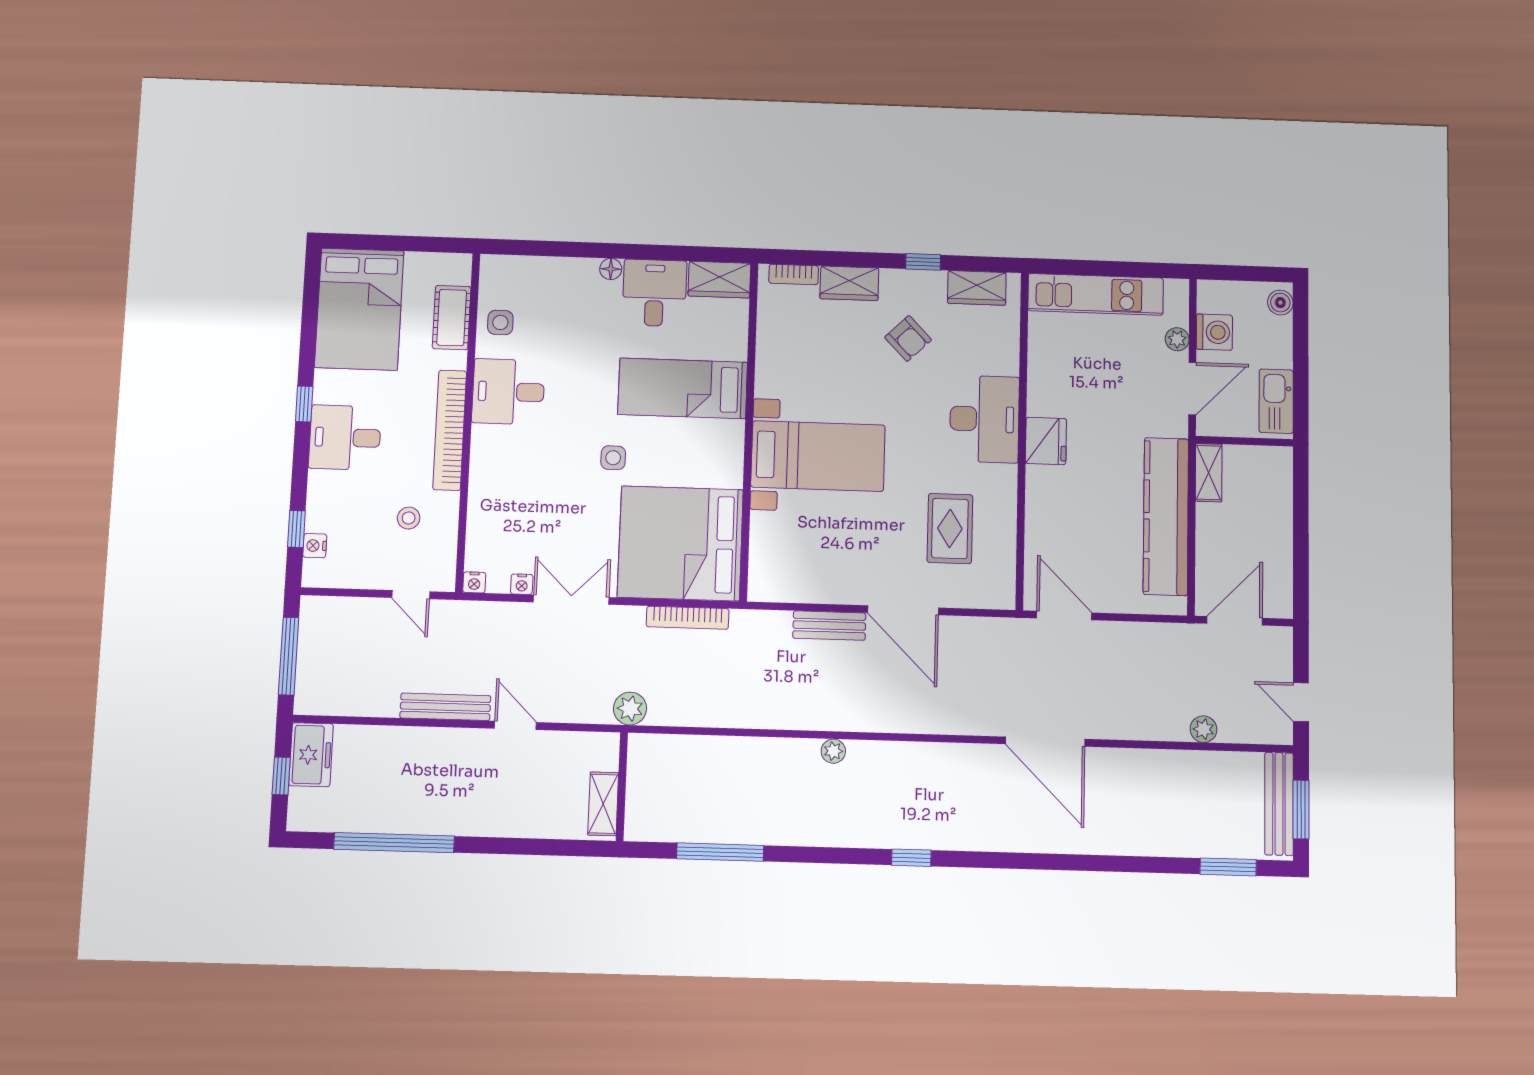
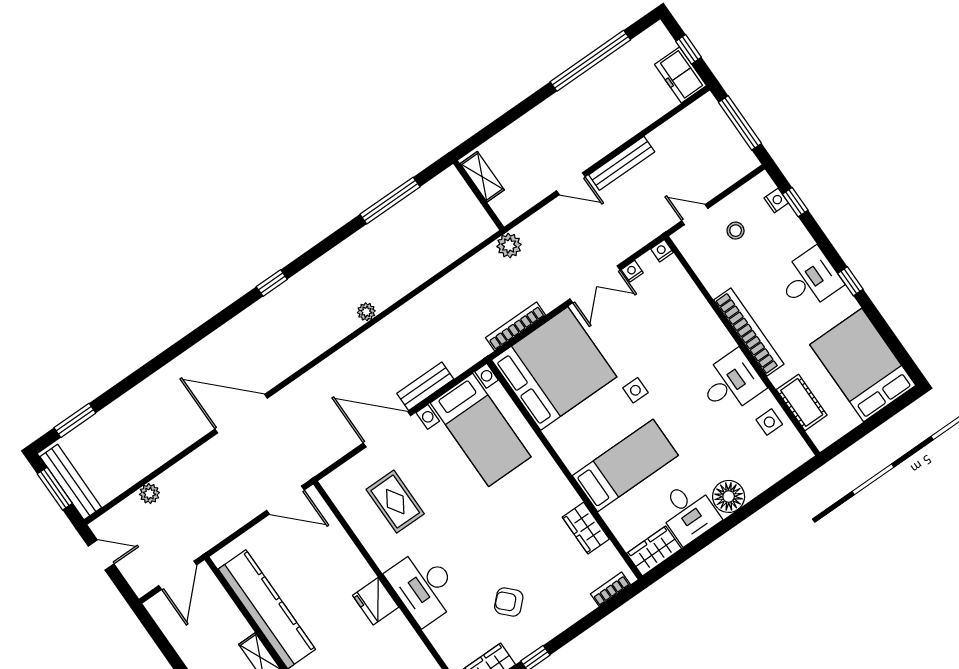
floor lamp: (611, 269) -> (729, 496), width x1.89, depth x1.89
wardrobe: (849, 283) -> (586, 528), moved, turned -90
bed with nightstands: (818, 456) -> (481, 430), moved, turned -90
stool: (409, 518) -> (736, 231), moved

